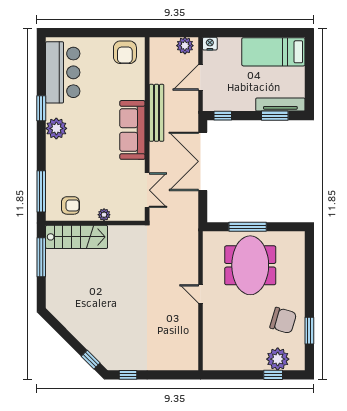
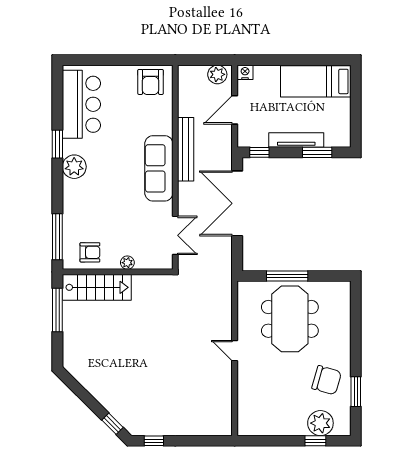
tv unit: (280, 105) -> (296, 140), moved

